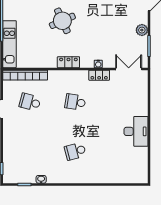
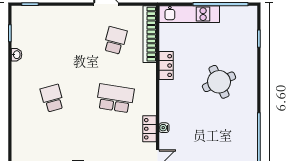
locker: (68, 62) -> (166, 66), moved
school desk: (75, 102) -> (115, 98), width x1.85

